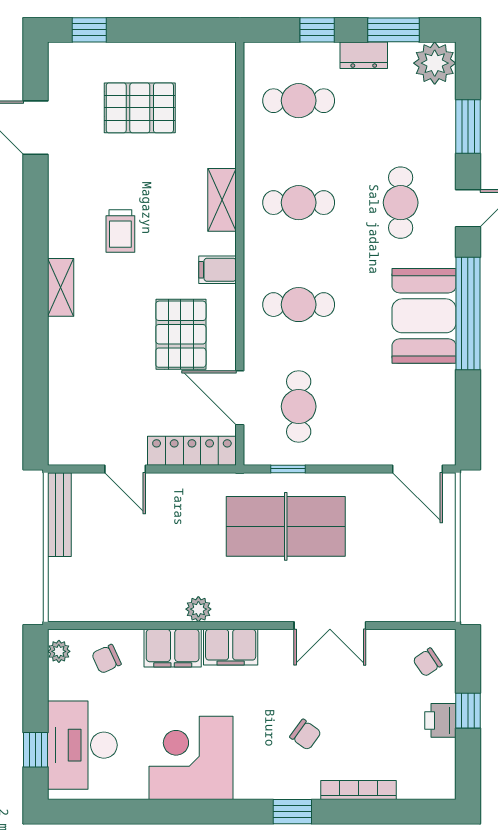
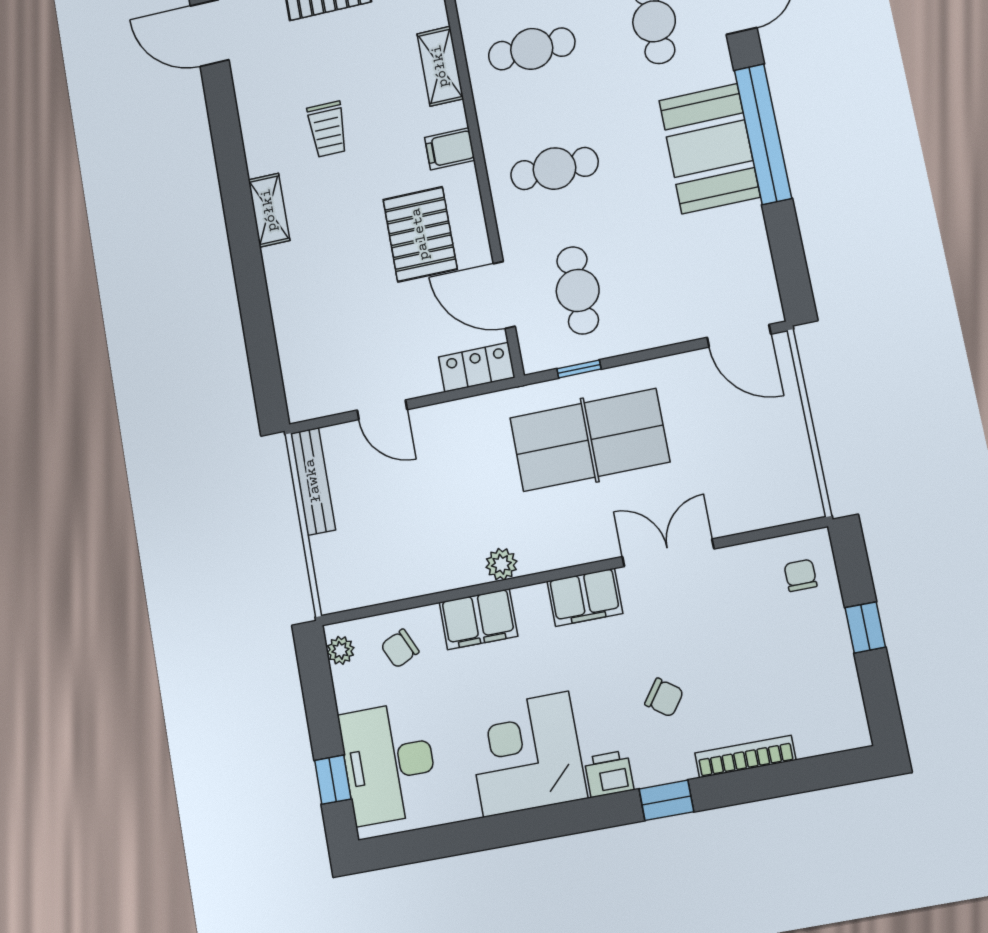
locker: (192, 451) -> (477, 367), width x0.66
double door: (330, 626) -> (668, 553), swing flipped
filing cabinet: (231, 647) -> (585, 597), moved
chair: (427, 662) -> (801, 575), turned 124
printer: (440, 720) -> (609, 774), moved, turned 90

